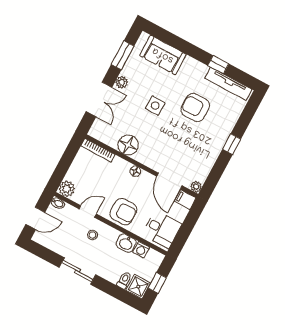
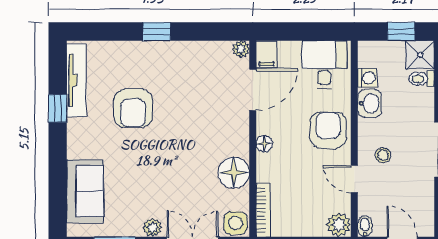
side table: (155, 106) -> (235, 223), moved

